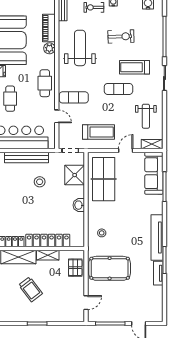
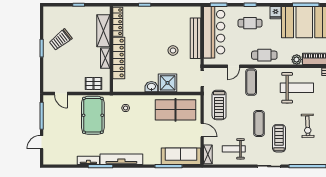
shower: (75, 175) -> (168, 83), moved
trolley: (31, 289) -> (60, 40), moved

